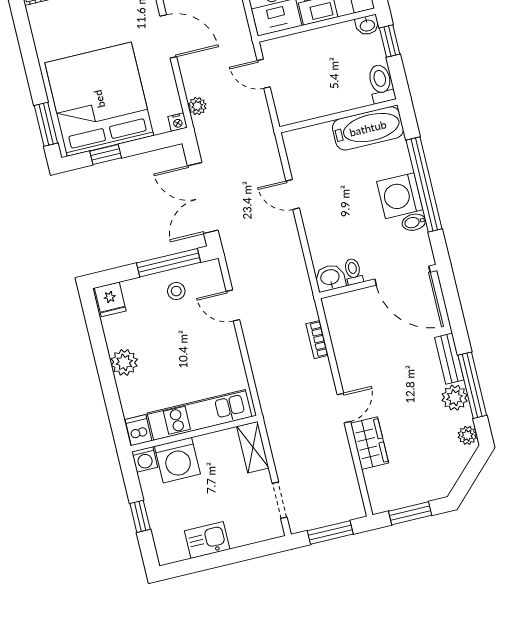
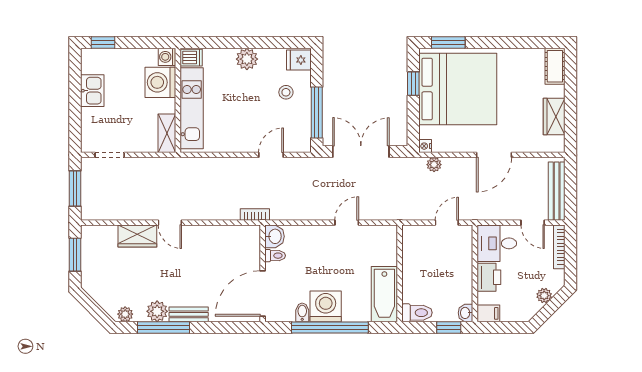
stool: (176, 291) -> (286, 92), moved
bookcase: (317, 340) -> (255, 215), moved
shelving: (253, 447) -> (167, 133), moved, turned 90
window: (140, 516) -> (103, 43), moved

